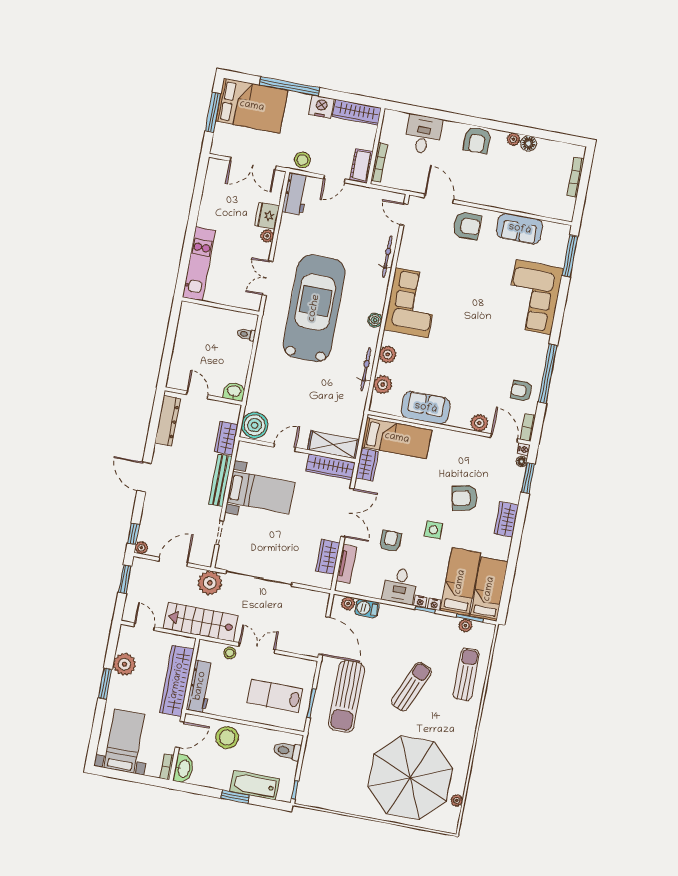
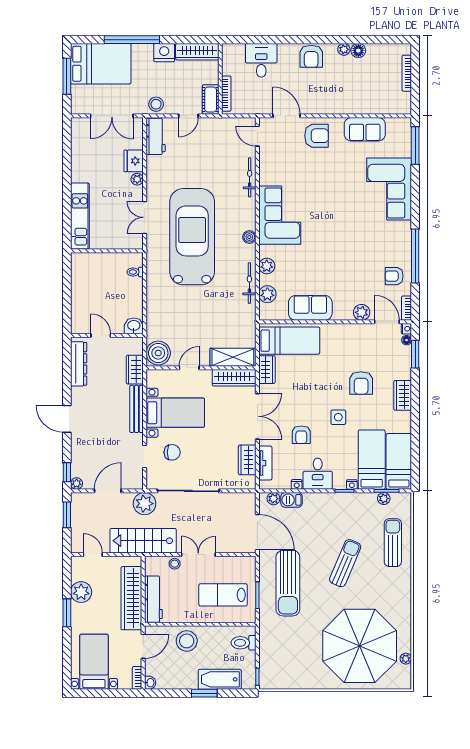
armchair: (465, 498) -> (361, 383), turned -78
chair: (249, 534) -> (172, 452), added
armchair: (390, 541) -> (301, 435), turned 180
nightstand: (420, 601) -> (297, 484), moved
washbasin: (183, 769) -> (150, 683), width x0.52, depth x0.69

